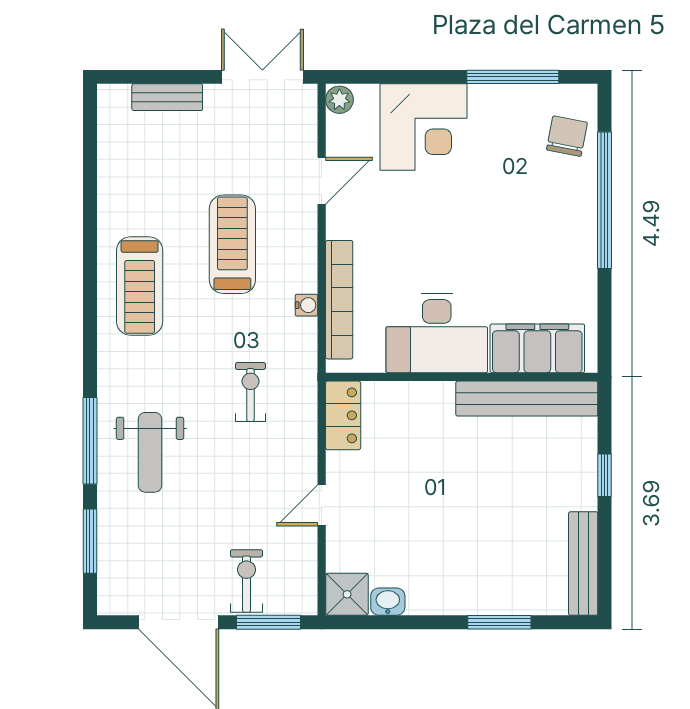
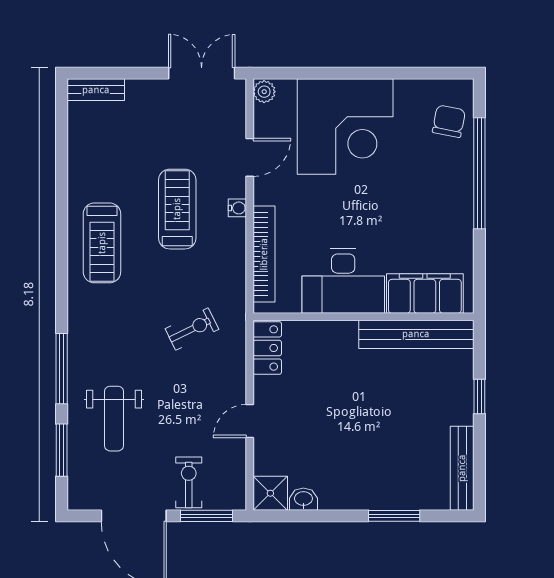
window: (513, 77) -> (405, 73), removed
bench: (167, 97) -> (96, 90), moved
corner desk: (424, 127) -> (345, 127), width x1.36, depth x1.36
water cooler: (306, 305) -> (237, 208), moved
exercise bike: (250, 392) -> (192, 329), turned 64
weight bench: (150, 452) -> (114, 419), moved

